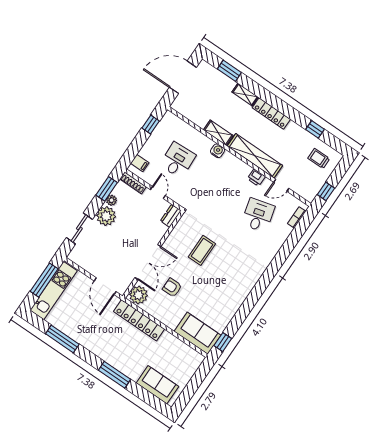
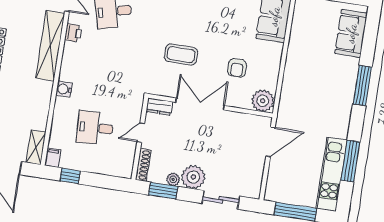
shelving: (218, 133) -> (36, 147), moved
filing cabinet: (140, 163) -> (53, 158), moved
double door: (148, 262) -> (200, 104), moved
kitchen unit: (54, 290) -> (332, 174), moved, turned -90
locker: (139, 320) -> (290, 87), removed

